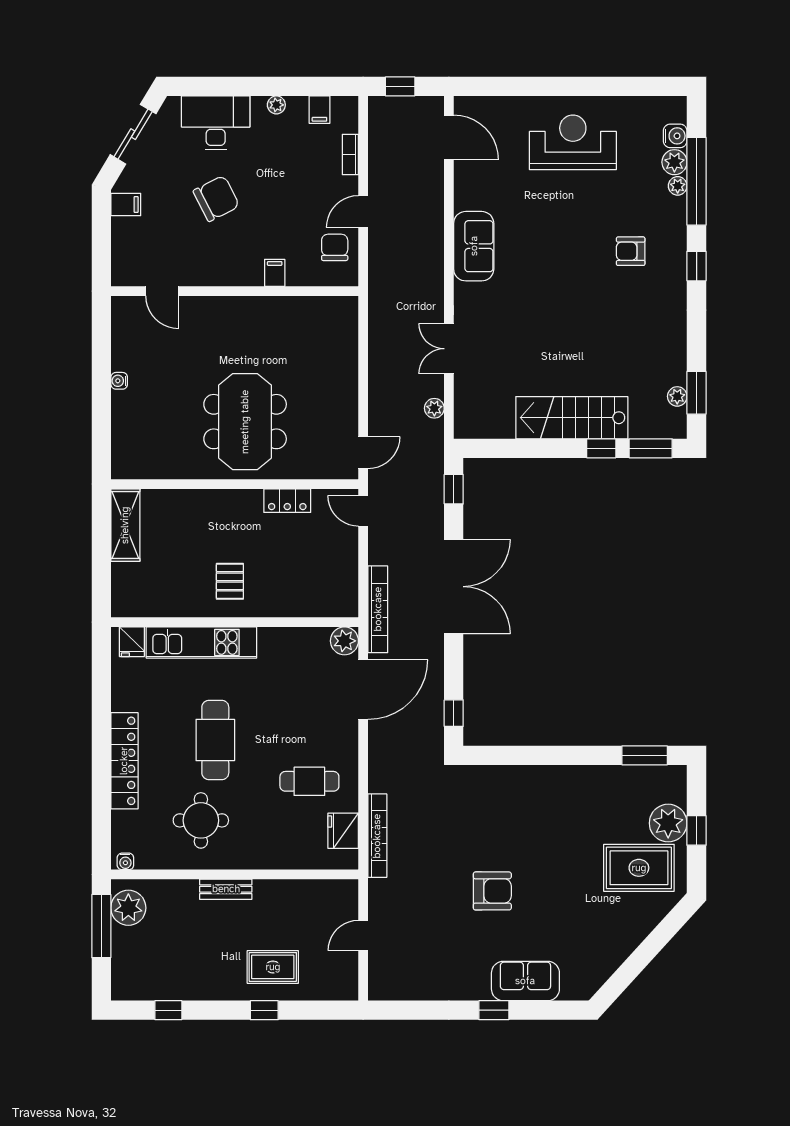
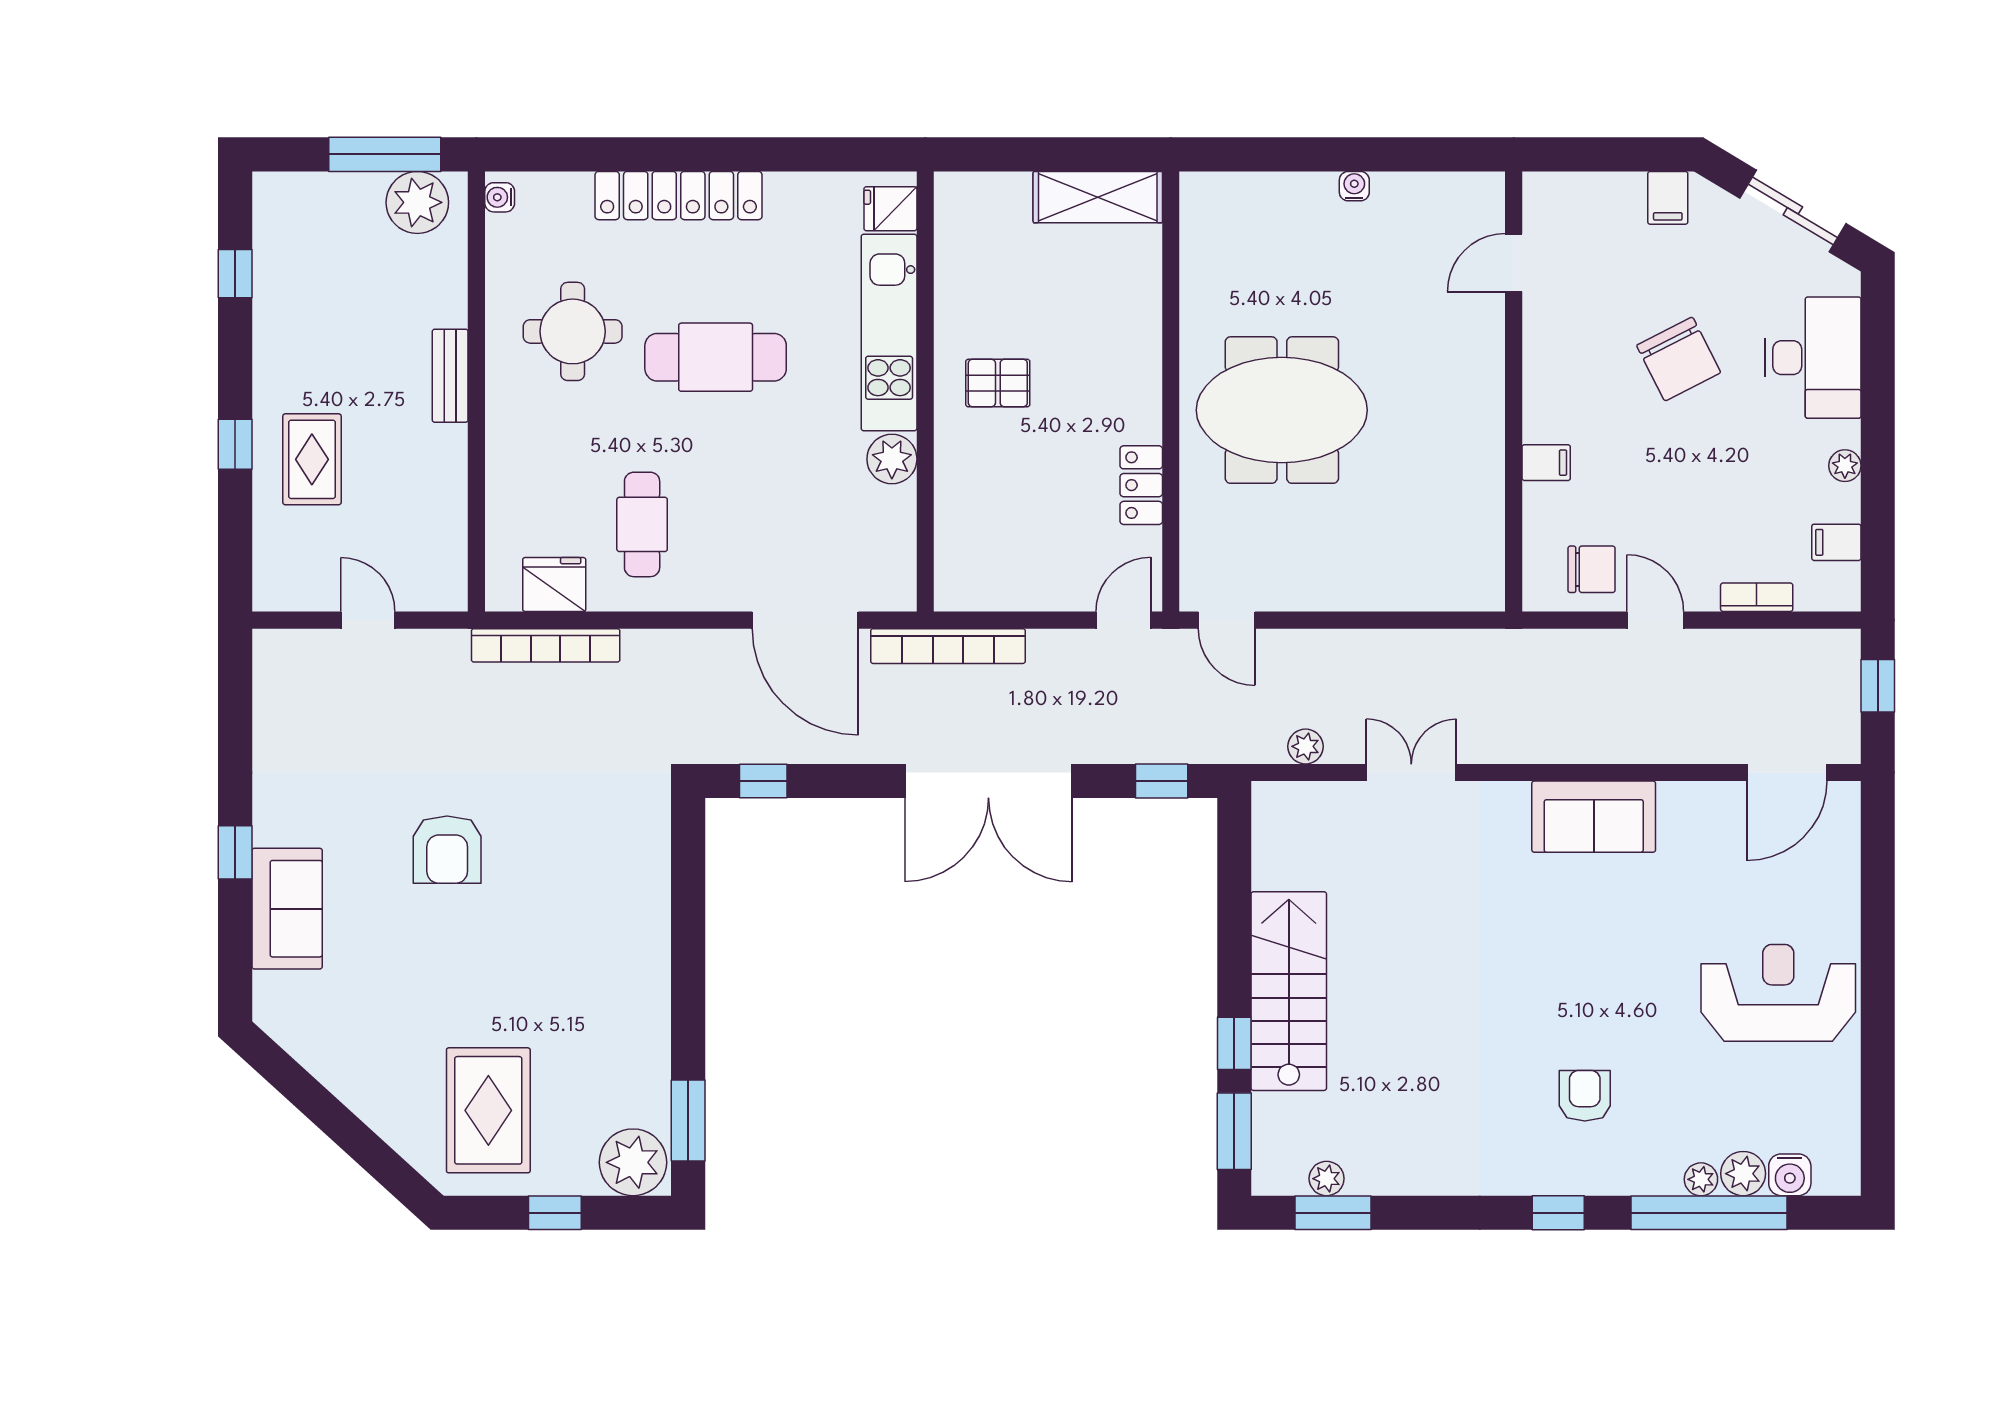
reception desk: (573, 142) -> (1778, 993), turned -90
plant: (344, 641) -> (892, 459), moved
plant: (668, 823) -> (633, 1162), moved

